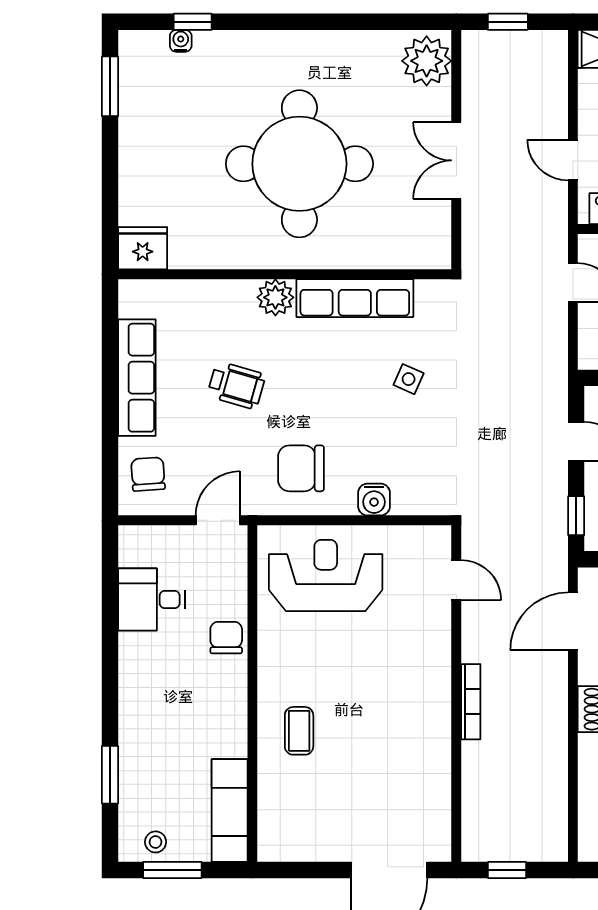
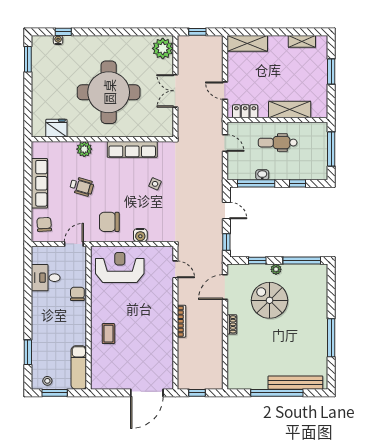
fridge: (143, 248) -> (56, 128), moved
plant: (275, 297) -> (84, 149), moved

